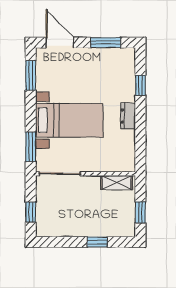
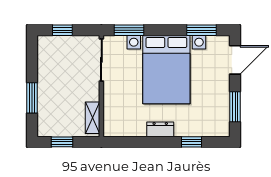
bed with nightstands: (69, 120) -> (166, 70), width x1.36
window: (97, 242) -> (32, 98), width x1.50

